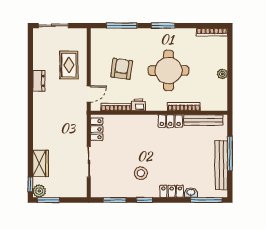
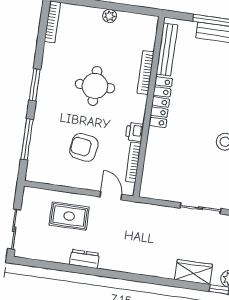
round table: (169, 70) -> (95, 86), width x0.73, depth x0.73
locker: (170, 121) -> (161, 102), width x1.53
locker: (97, 129) -> (159, 192), removed

